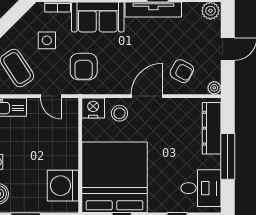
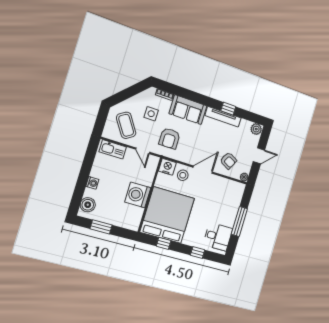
dresser: (212, 128) -> (235, 201), removed
washing machine: (63, 186) -> (138, 195), moved

